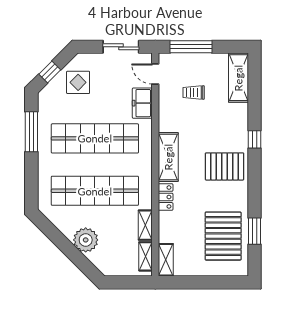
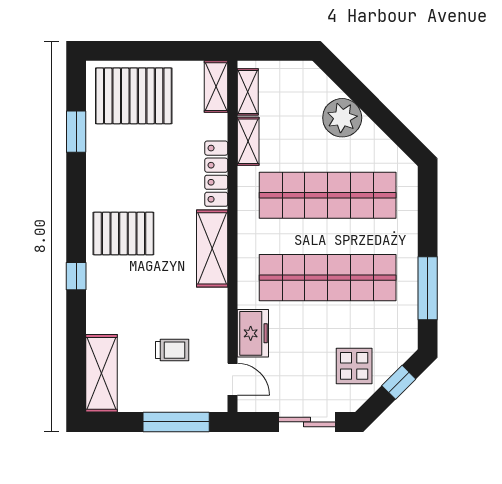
sliding door: (121, 47) -> (307, 422), moved
locker: (166, 197) -> (216, 174), width x1.53
pallet: (223, 236) -> (134, 96), moved, turned 90

